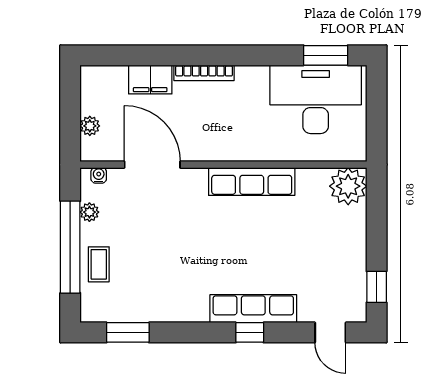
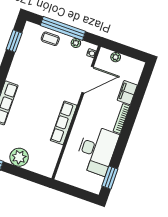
desk: (316, 99) -> (97, 150), moved
plant: (348, 186) -> (19, 157), moved

